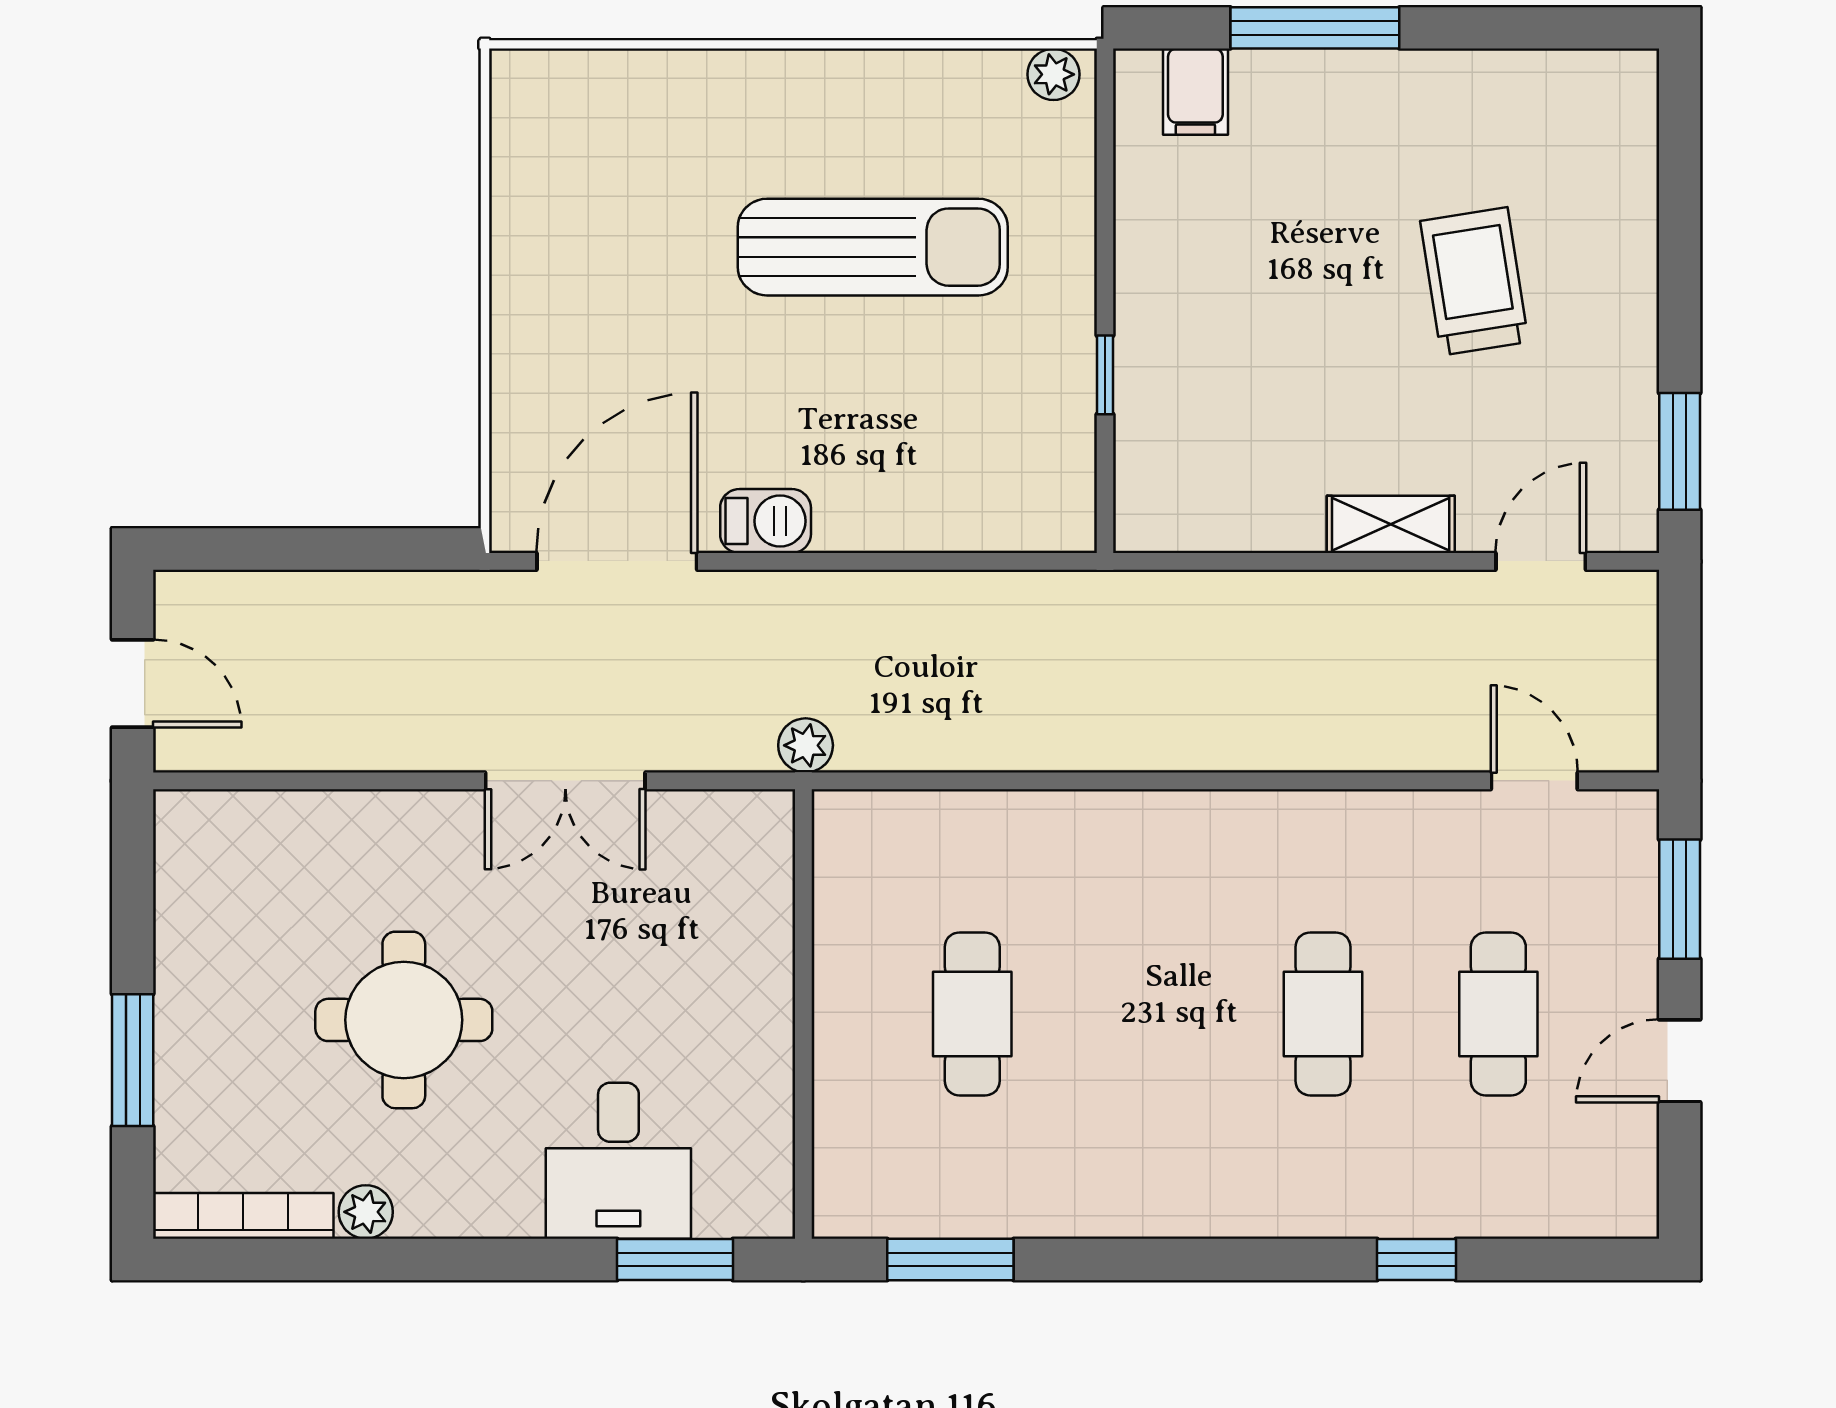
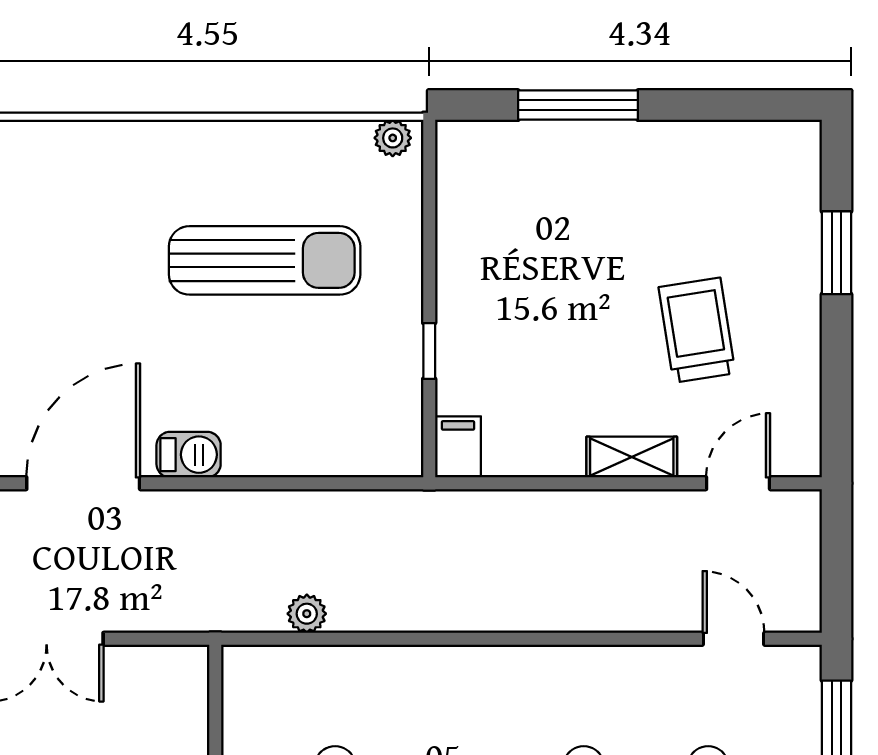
filing cabinet: (1195, 92) -> (458, 447), moved, turned 180
trolley: (1474, 281) -> (697, 330), moved
window: (1680, 451) -> (837, 253), moved
plant: (806, 745) -> (307, 614), moved

